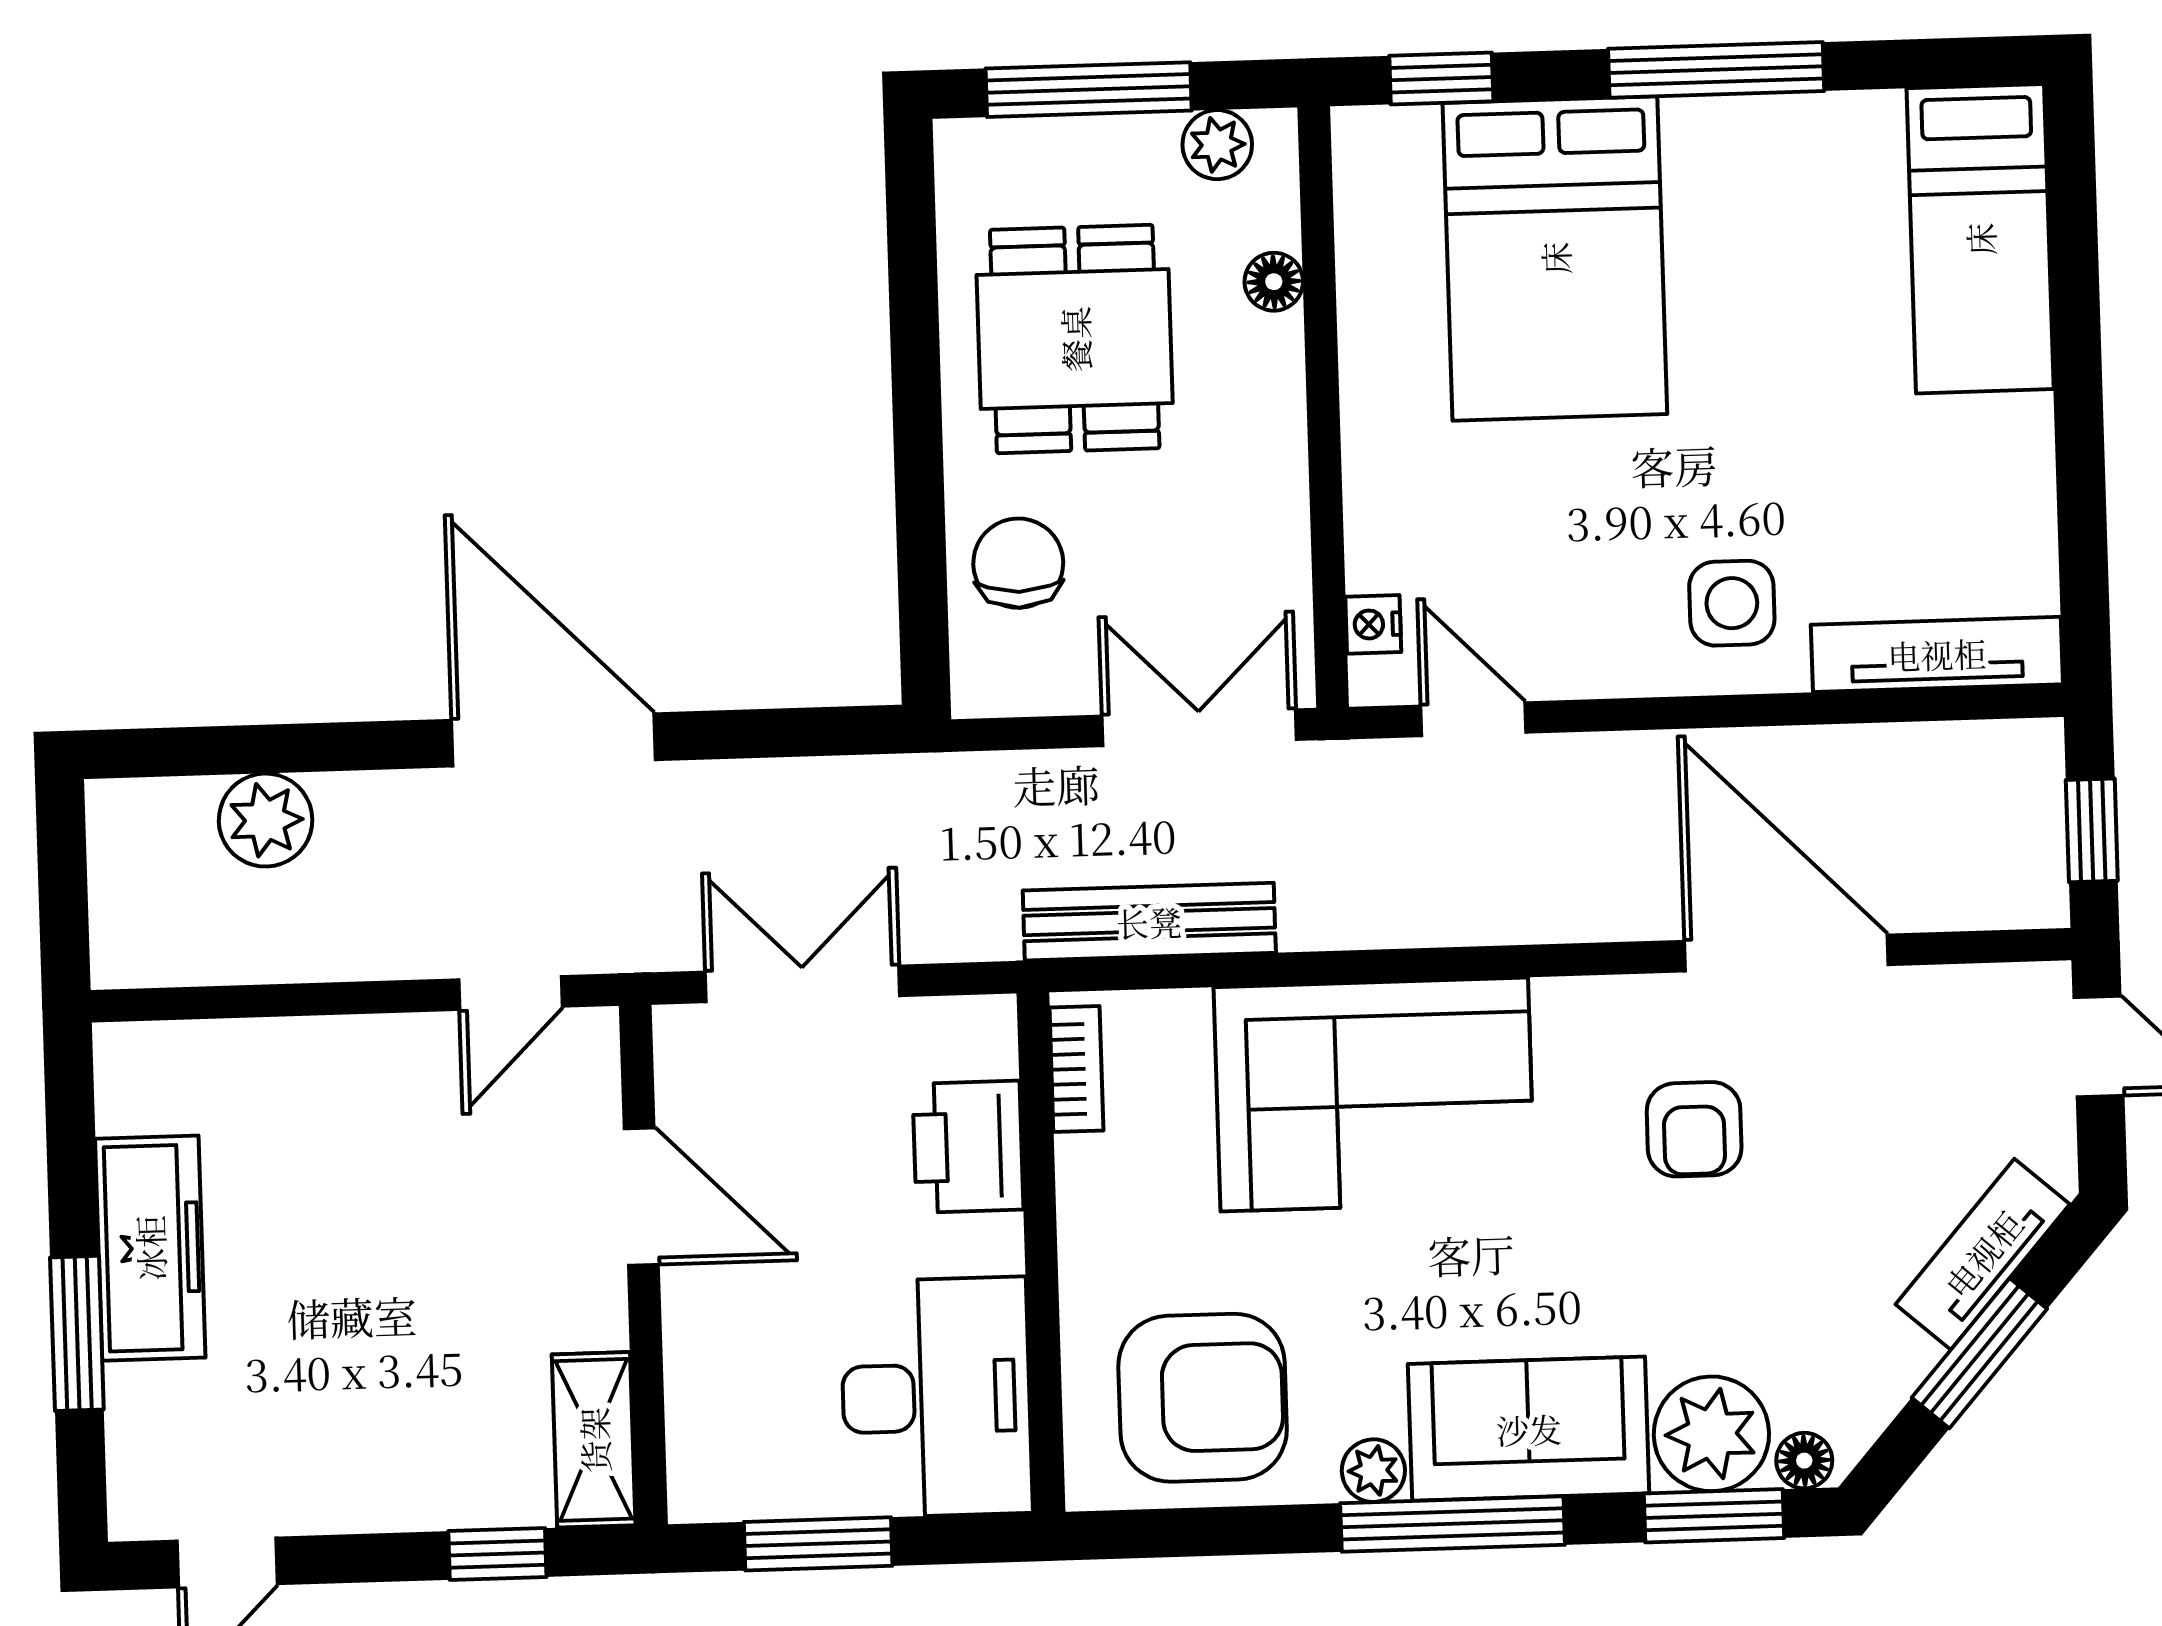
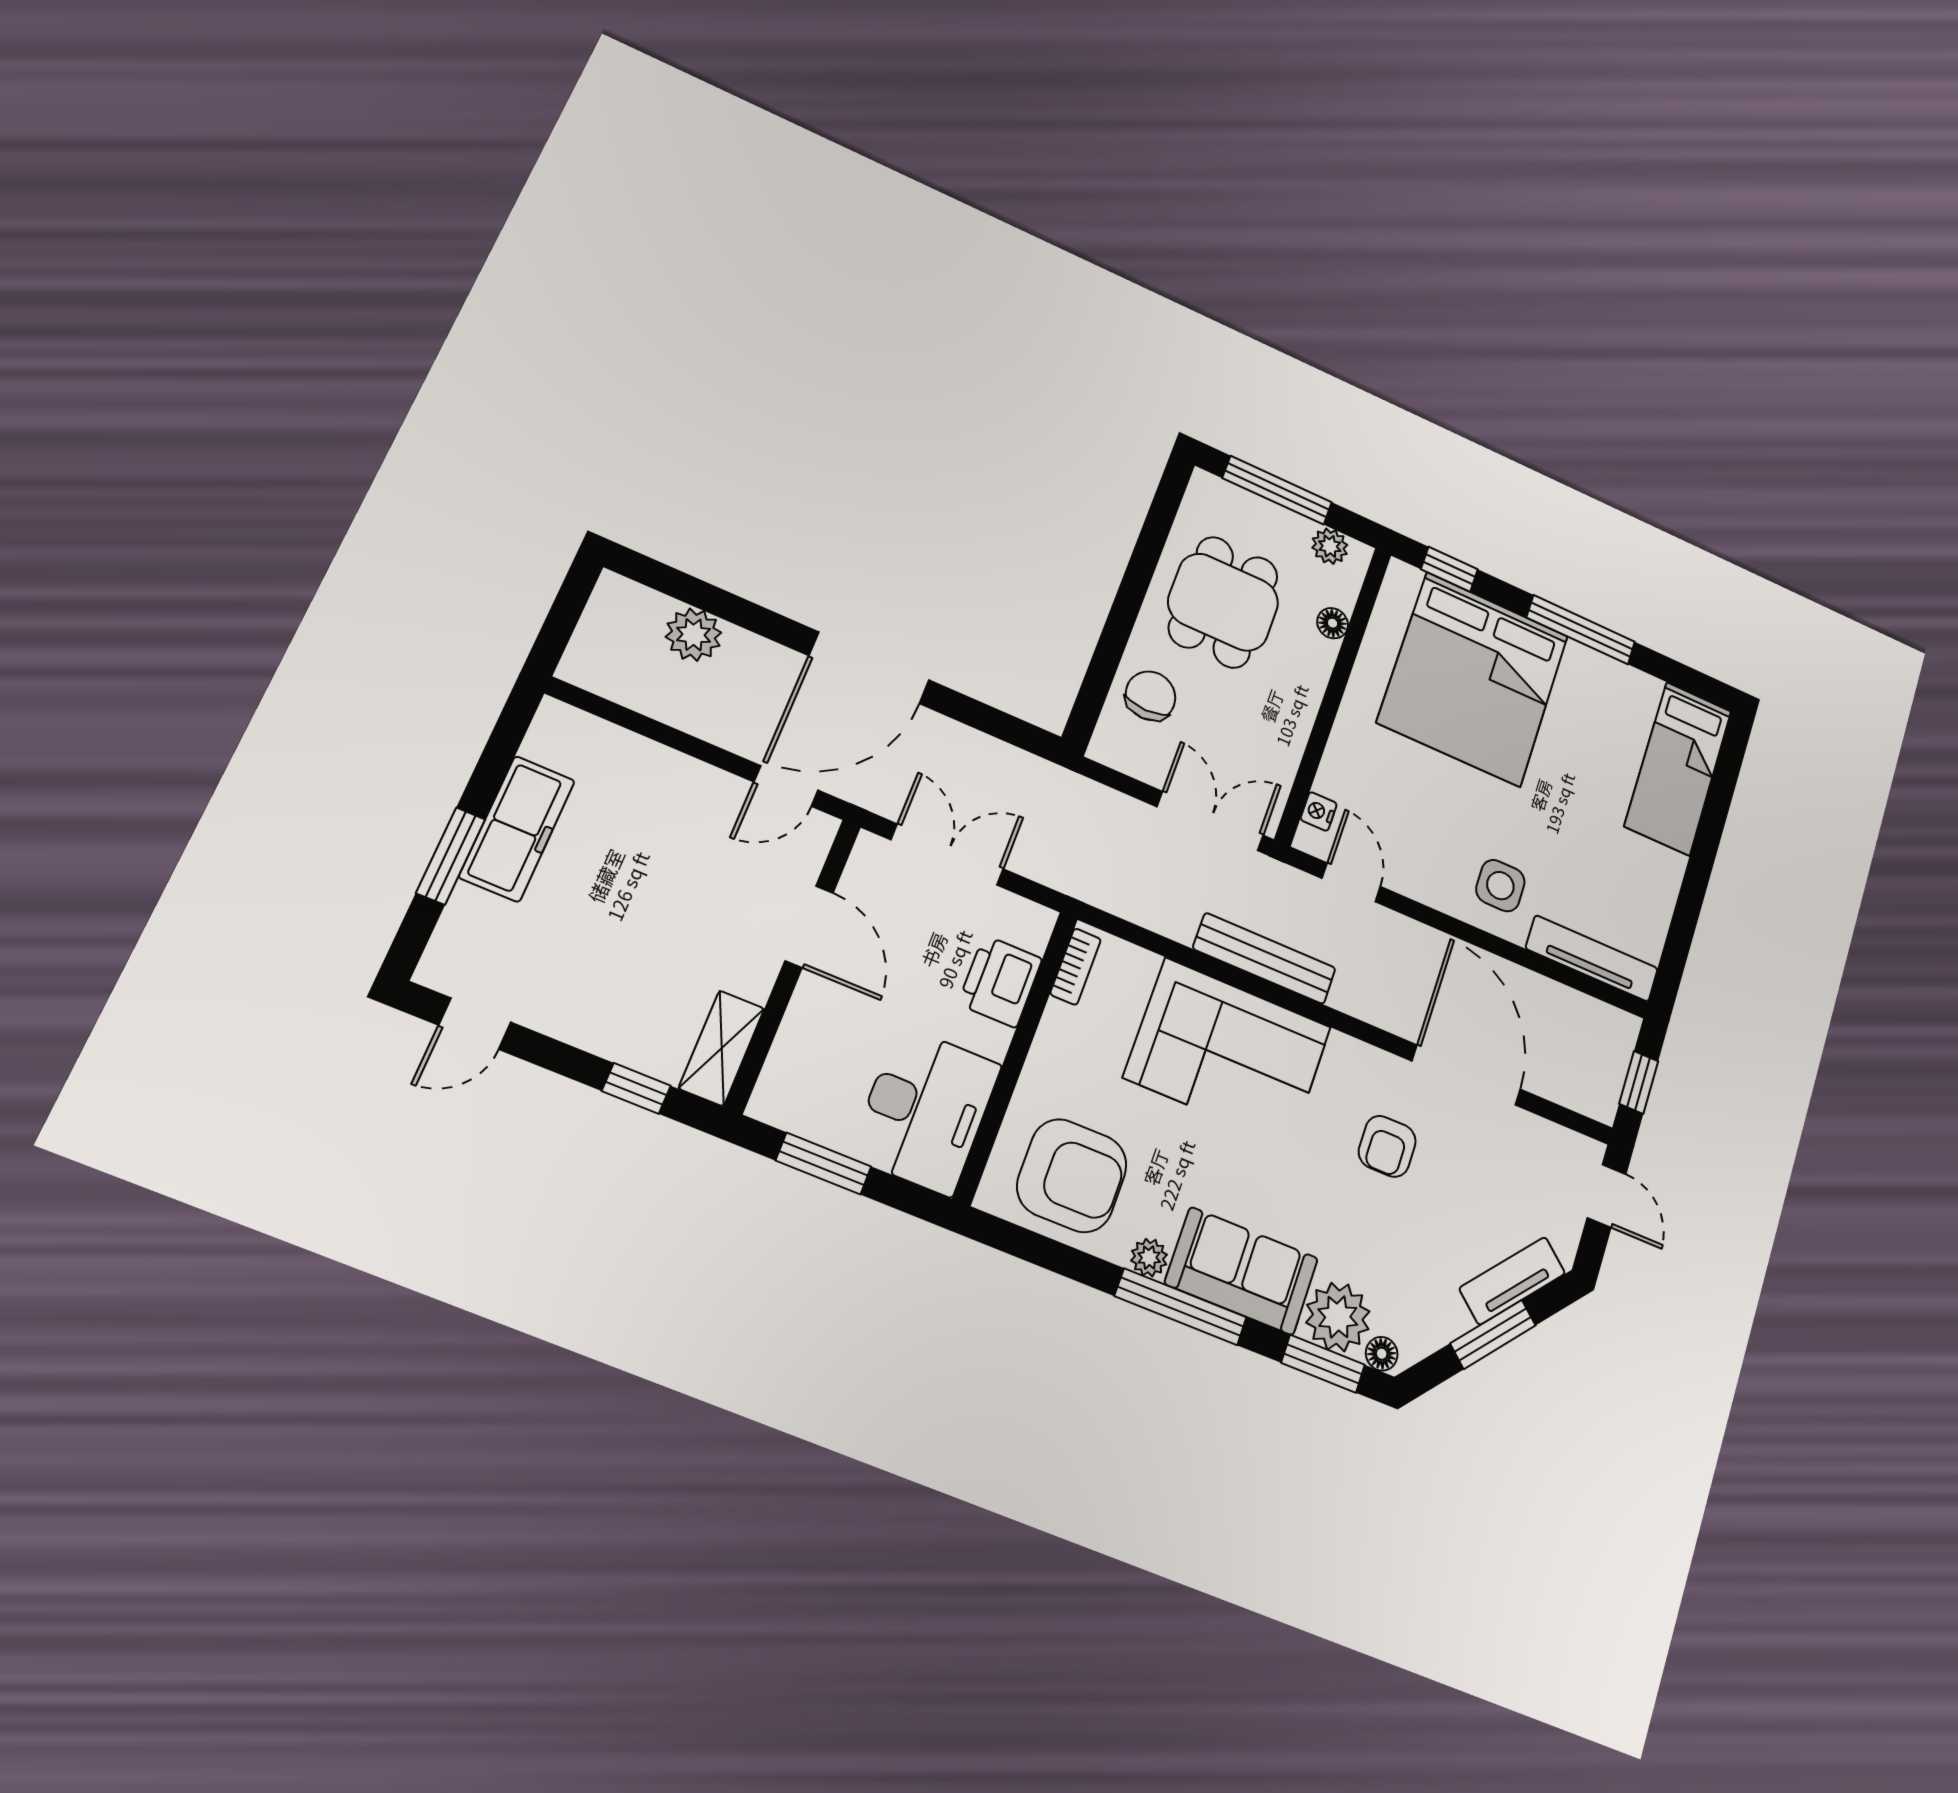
bed: (1555, 258) -> (1473, 679), width x1.36
door: (554, 740) -> (869, 668), swing flipped
bench: (1149, 922) -> (1264, 958), moved

